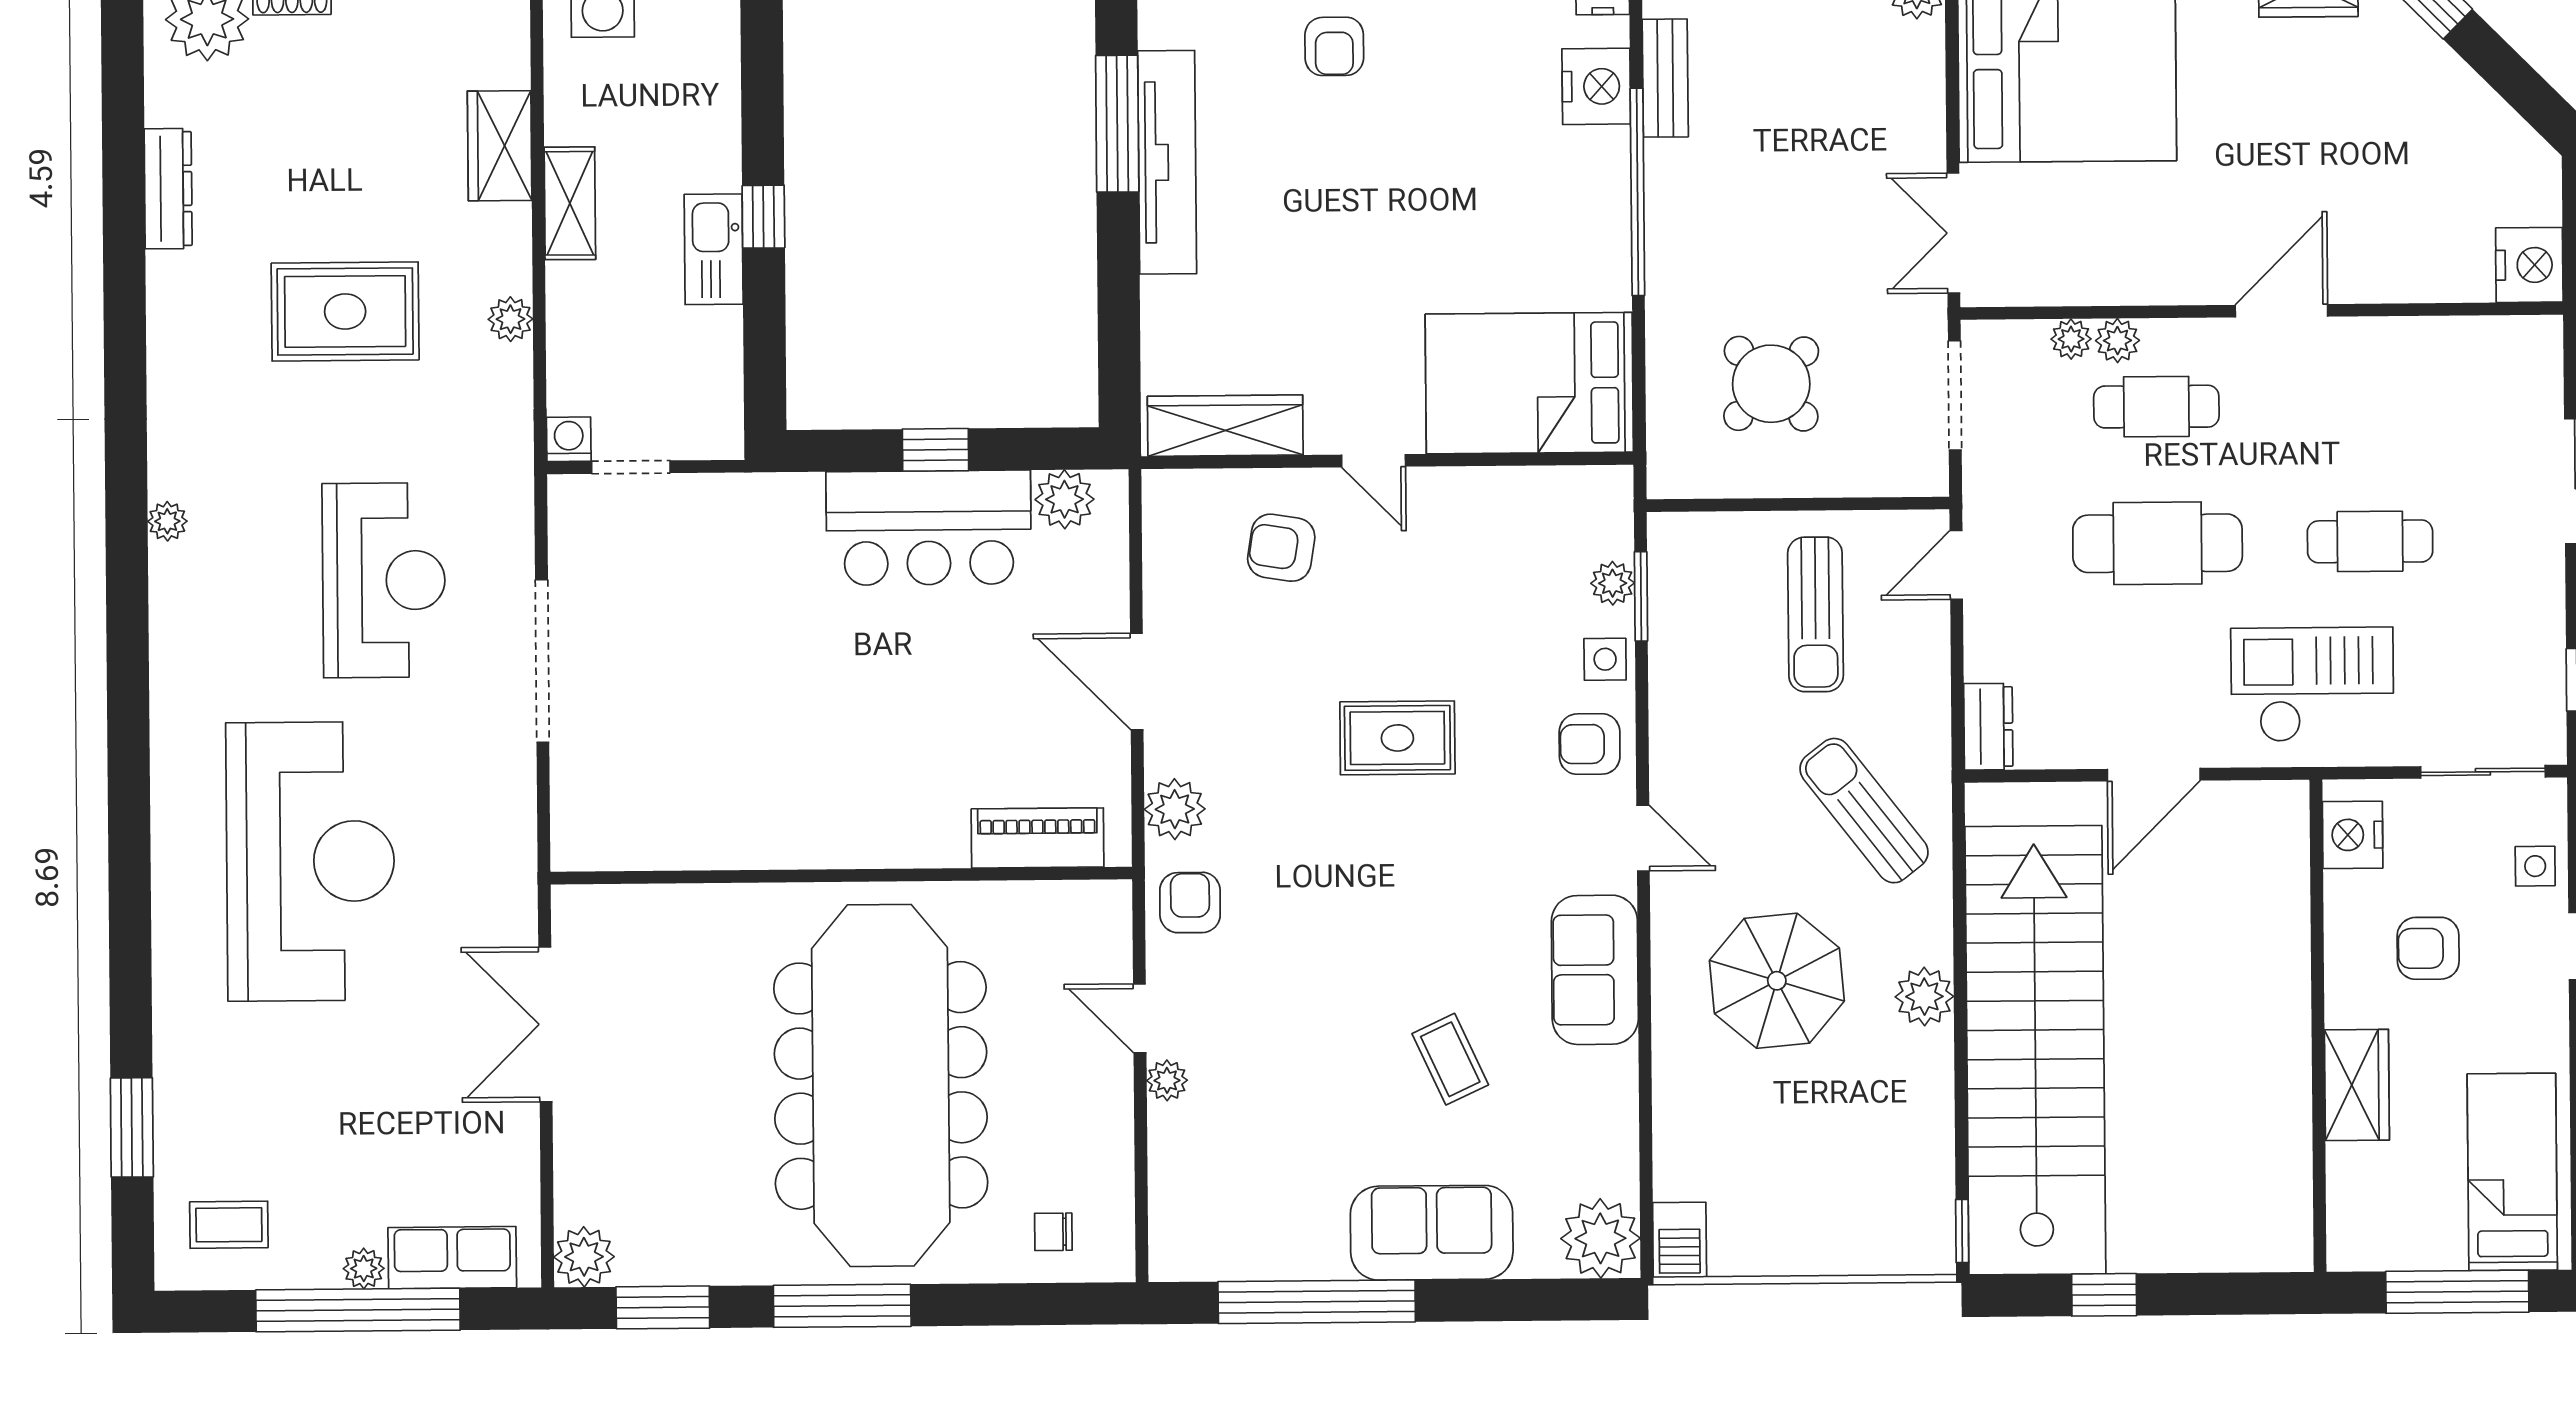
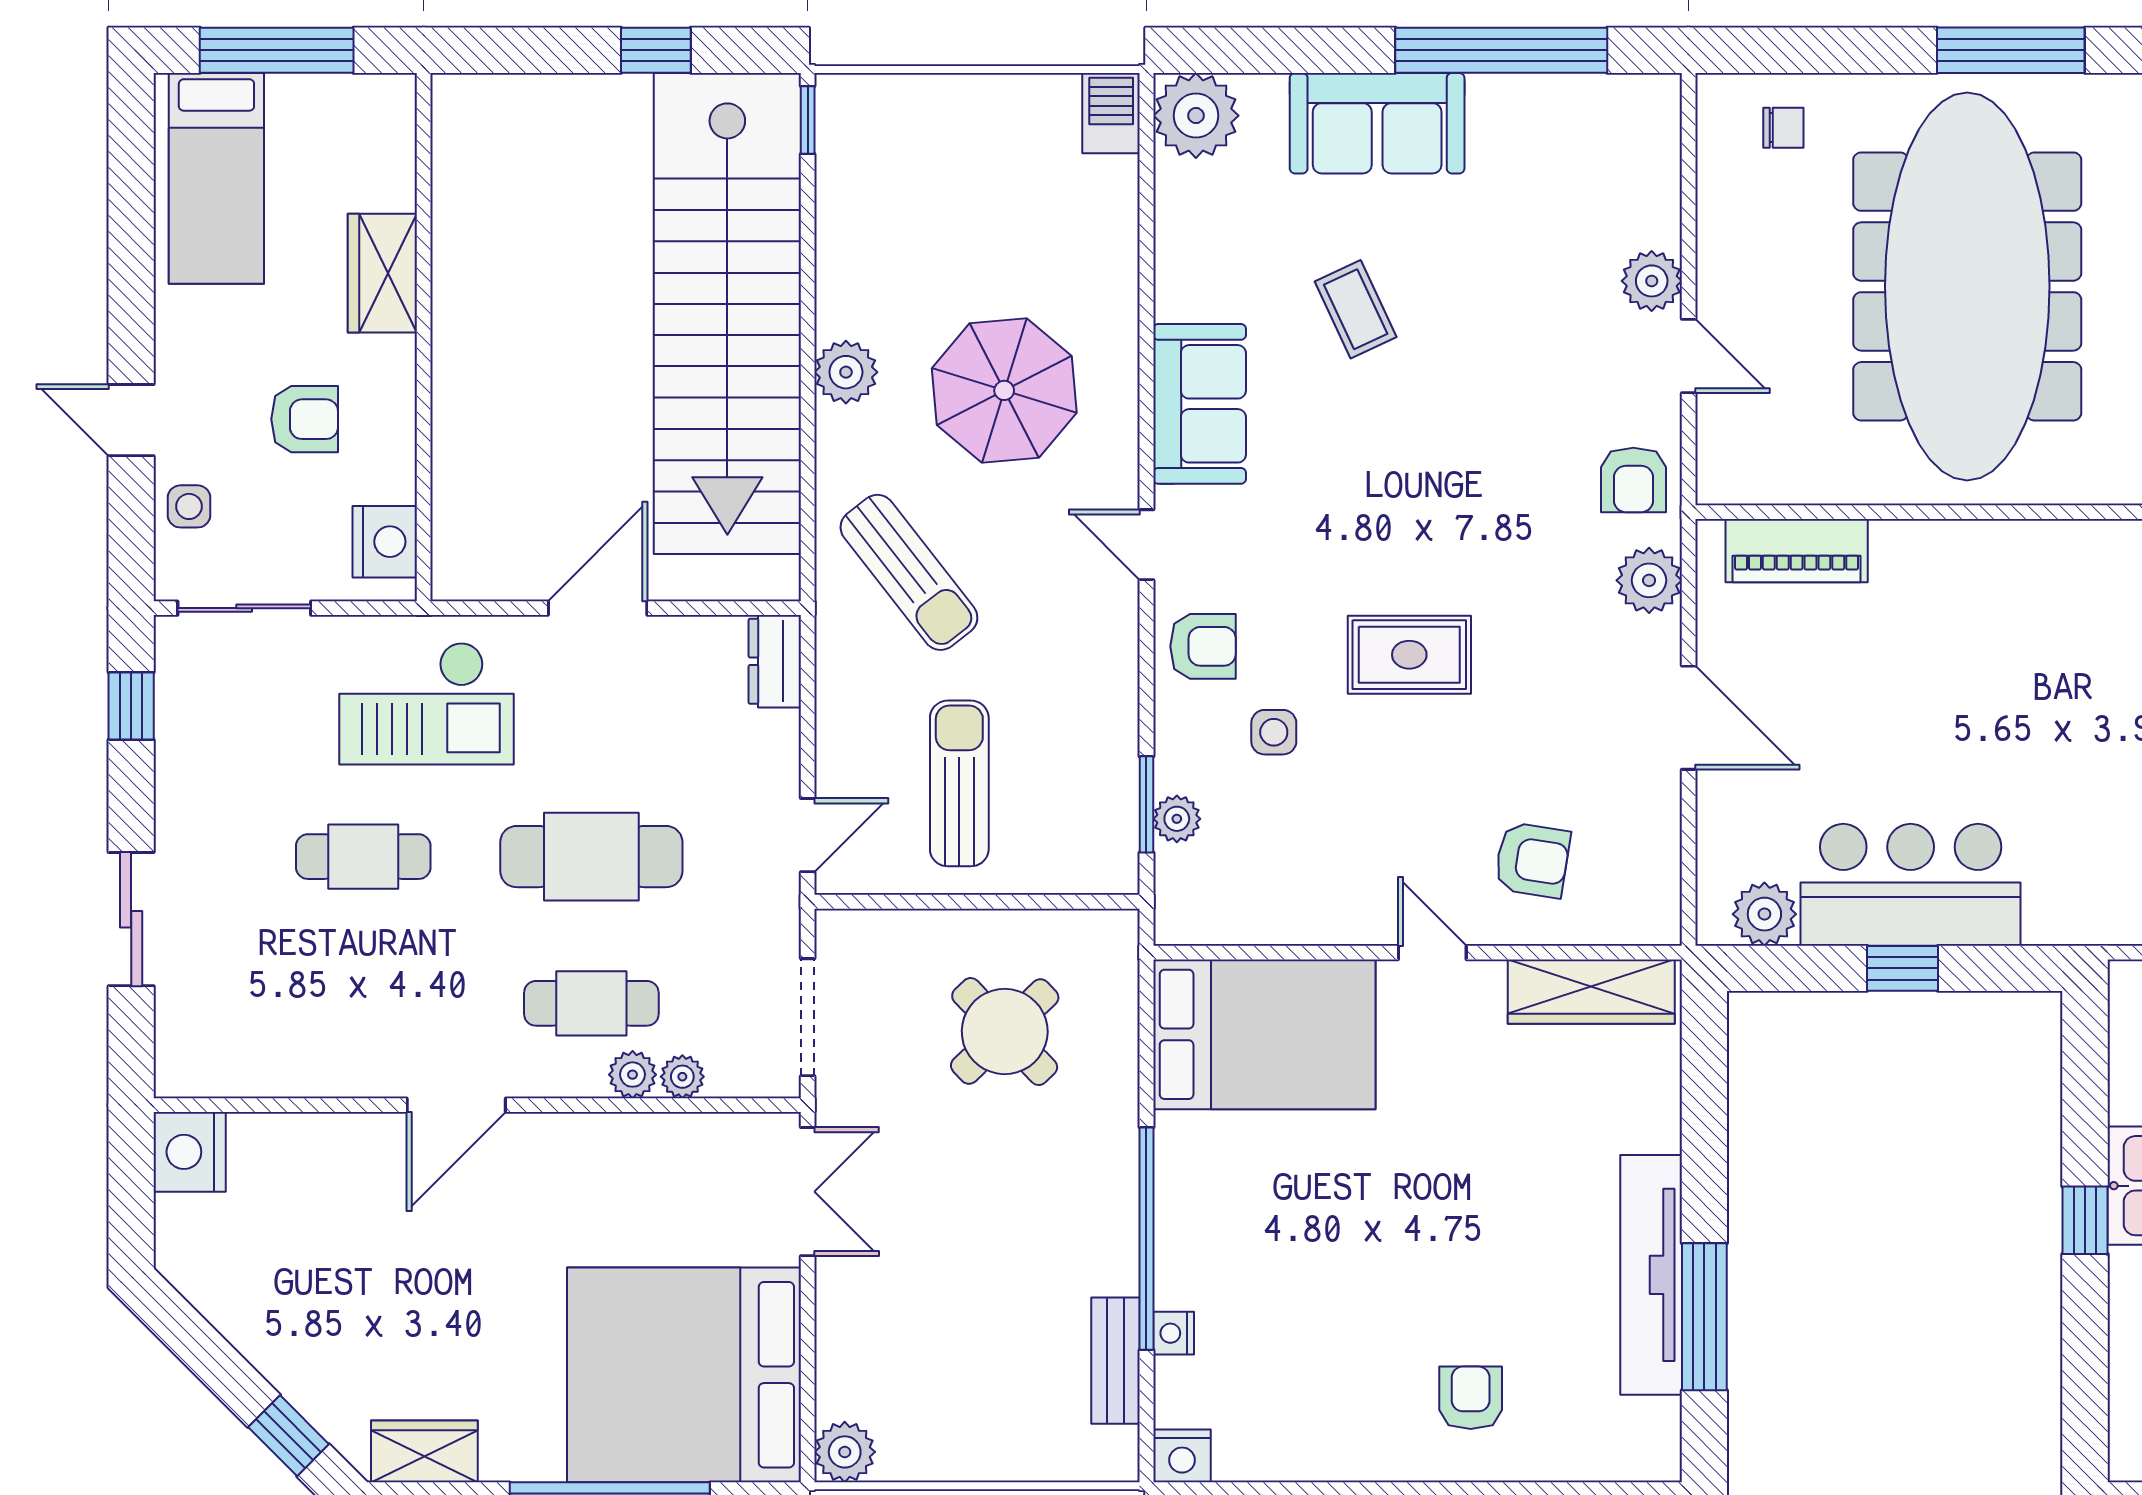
nightstand: (1596, 86) -> (1174, 1333), width x0.53, depth x0.56
side table: (1605, 659) -> (1274, 732), moved
plant: (1167, 1080) -> (1652, 281), width x1.38, depth x1.38

